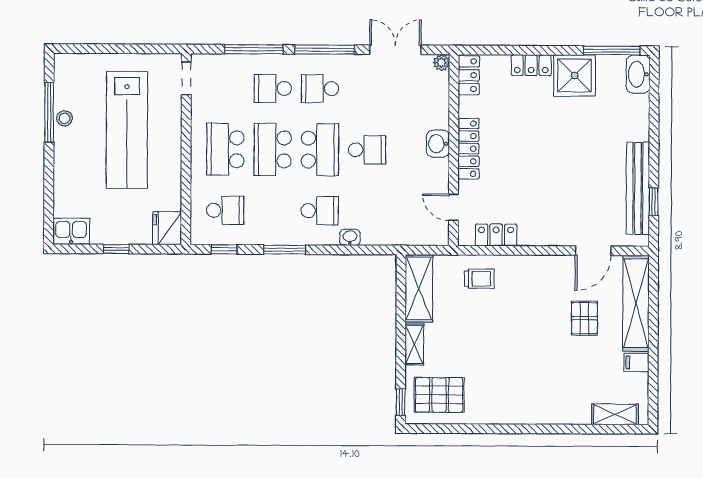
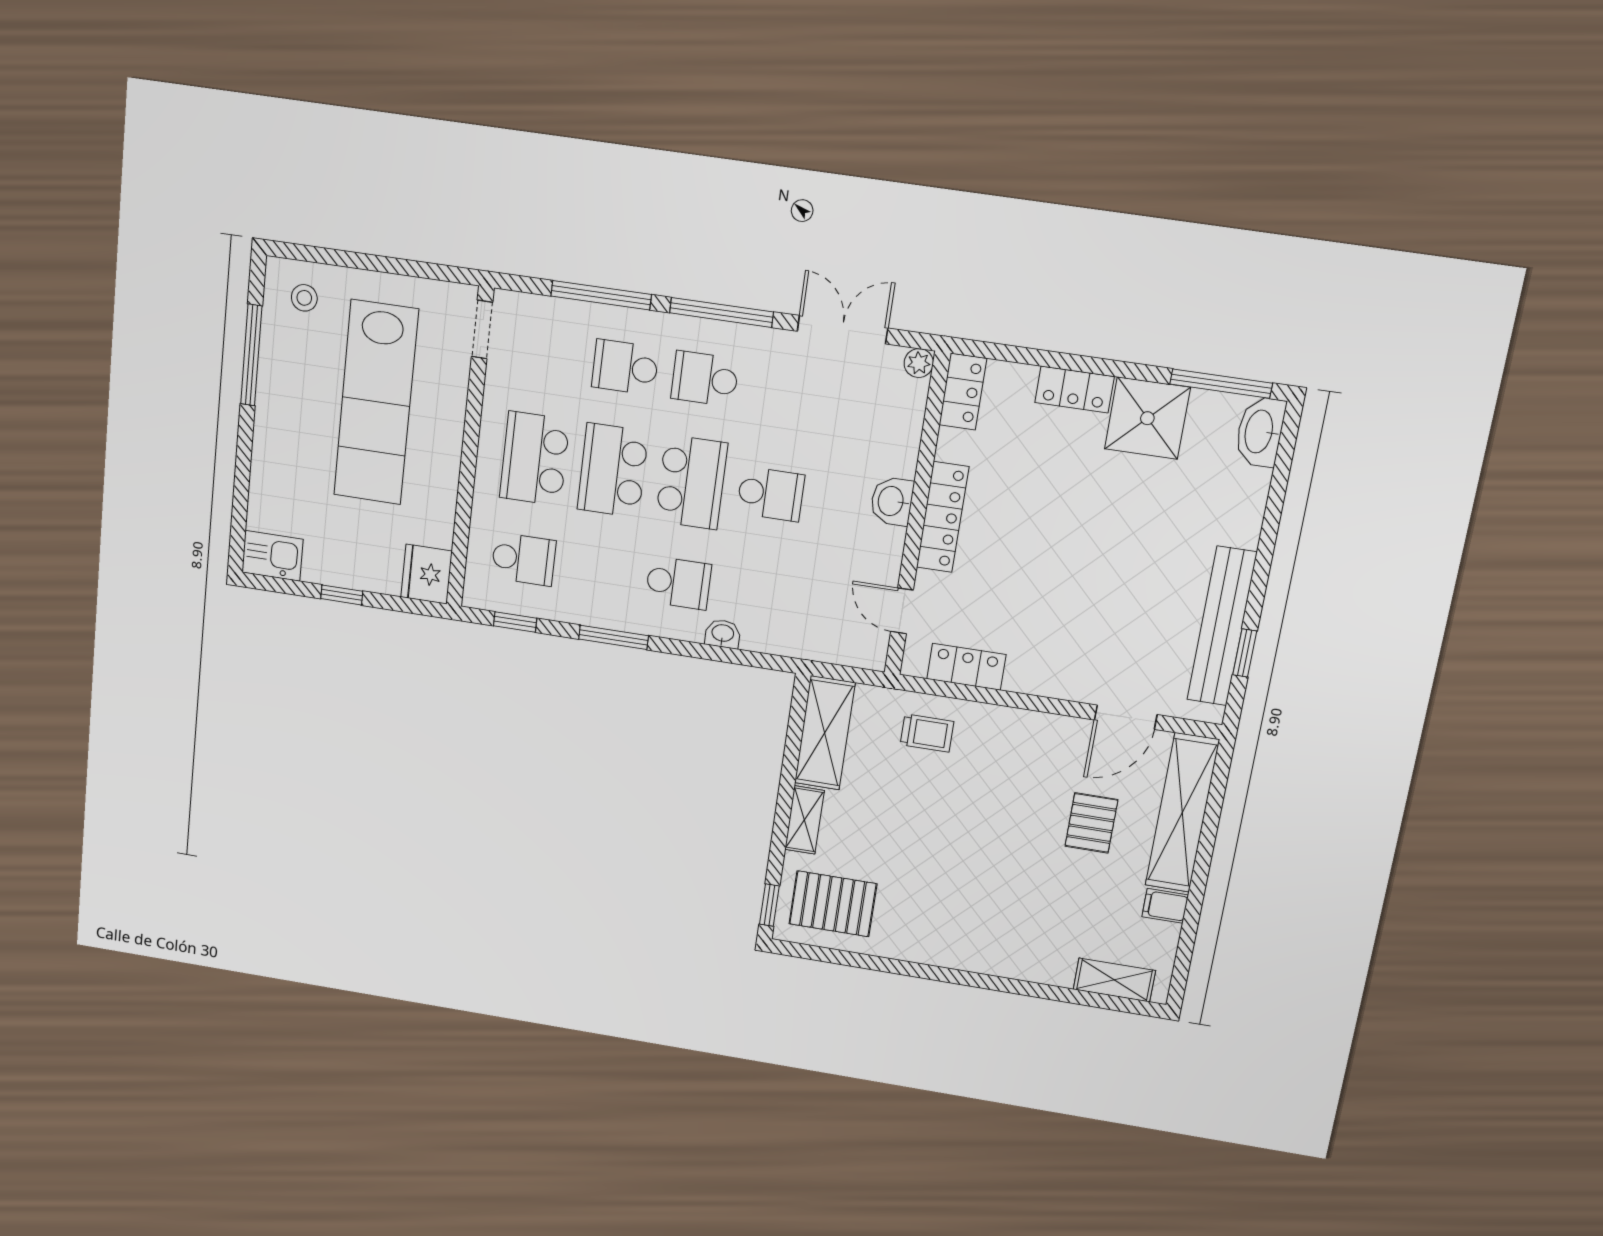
stool: (65, 118) -> (304, 298), moved

